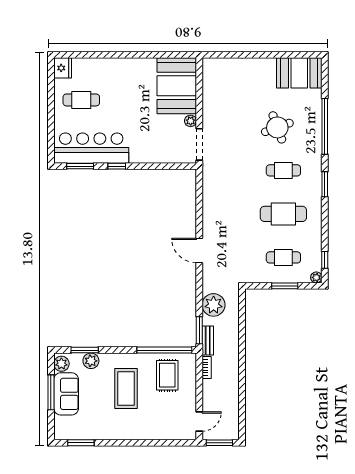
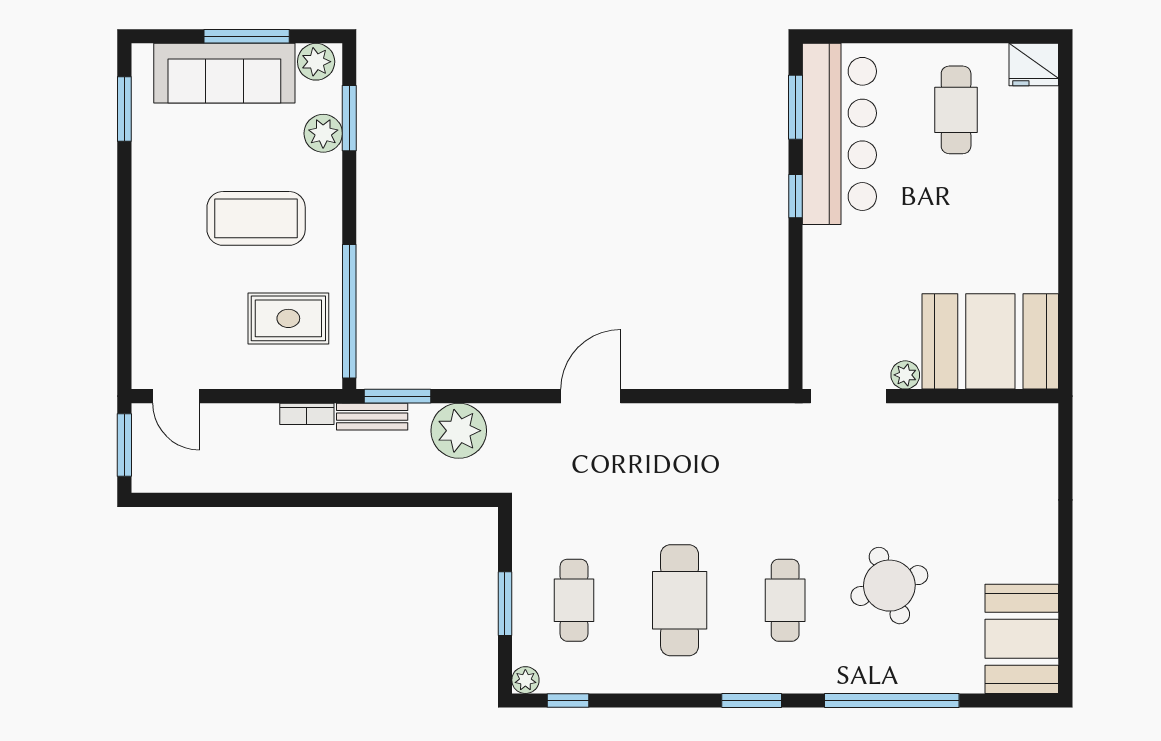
sofa: (66, 394) -> (224, 73), width x1.36

